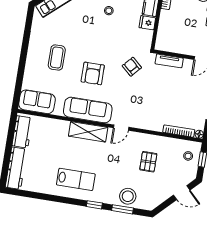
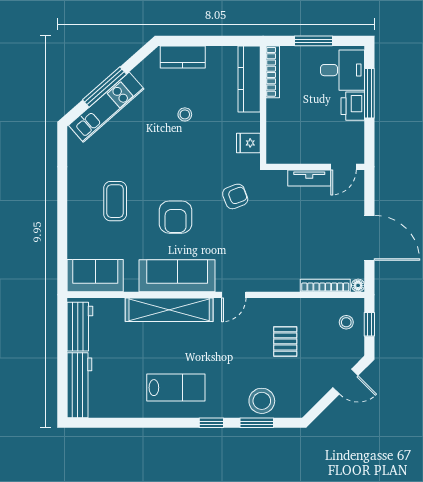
fridge: (147, 23) -> (248, 143), moved
tv unit: (169, 61) -> (309, 178), moved
armchair: (132, 67) -> (235, 196), turned 117
shelving: (88, 132) -> (169, 310), width x1.47

